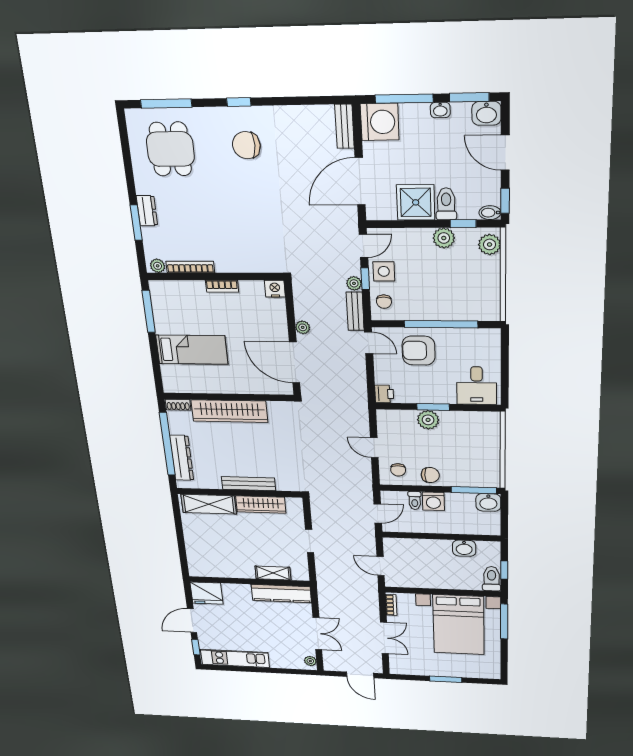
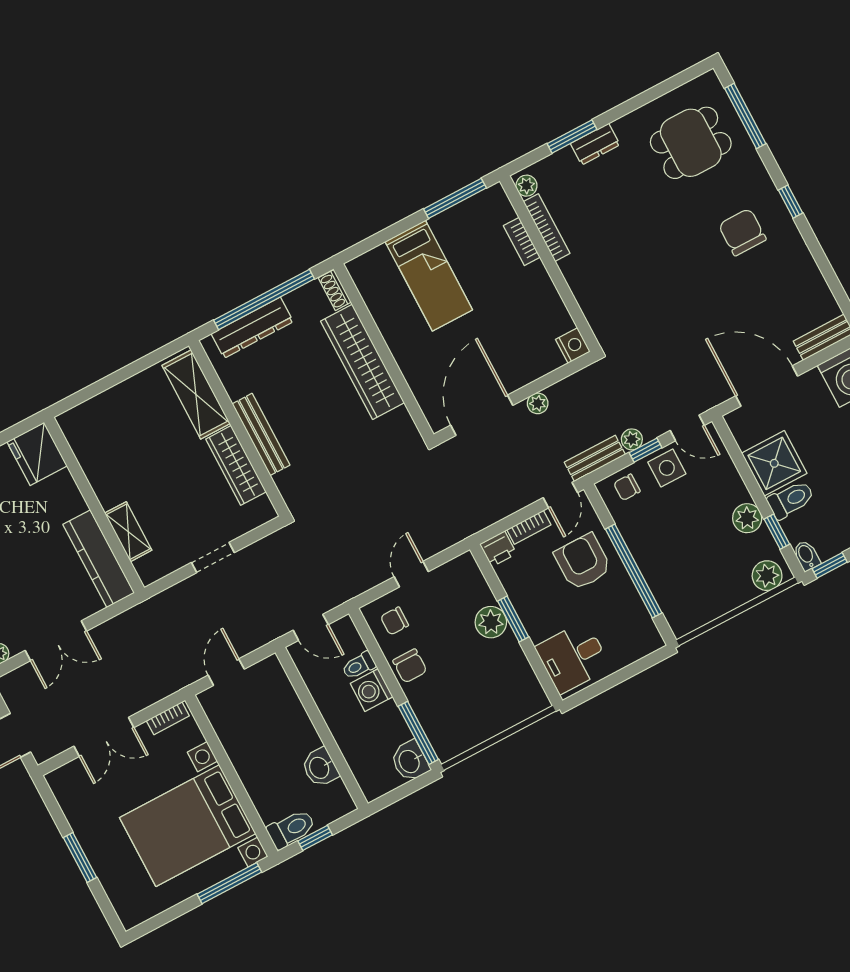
bookcase: (222, 286) -> (522, 241), moved
bookcase: (380, 370) -> (529, 527), added

